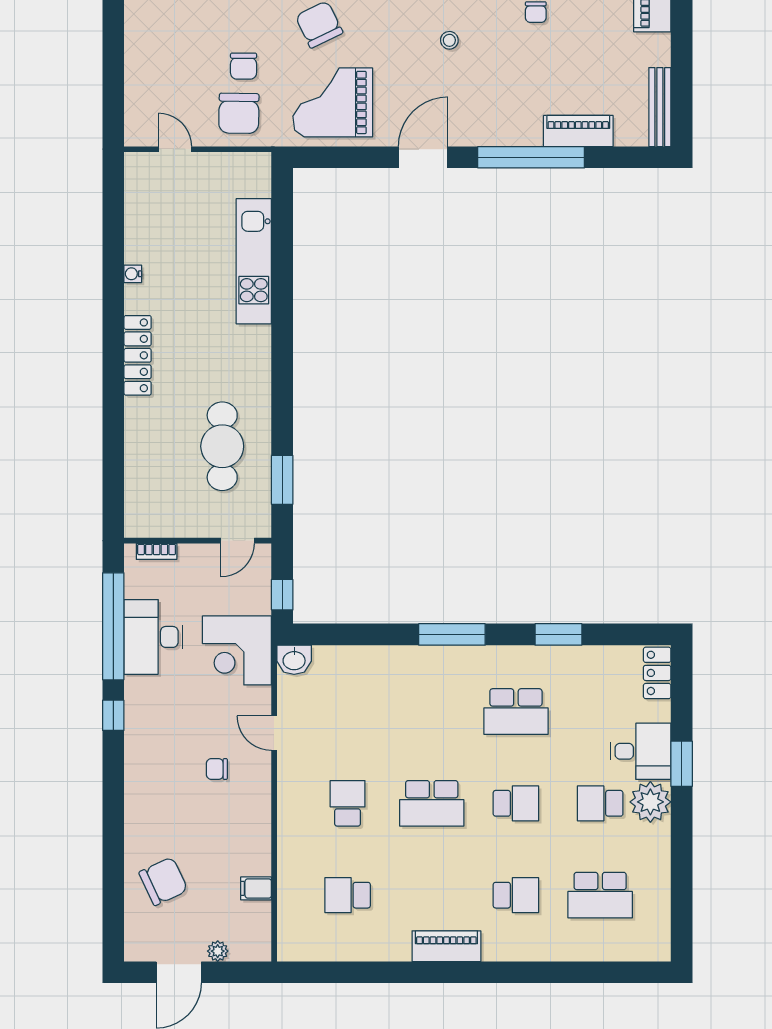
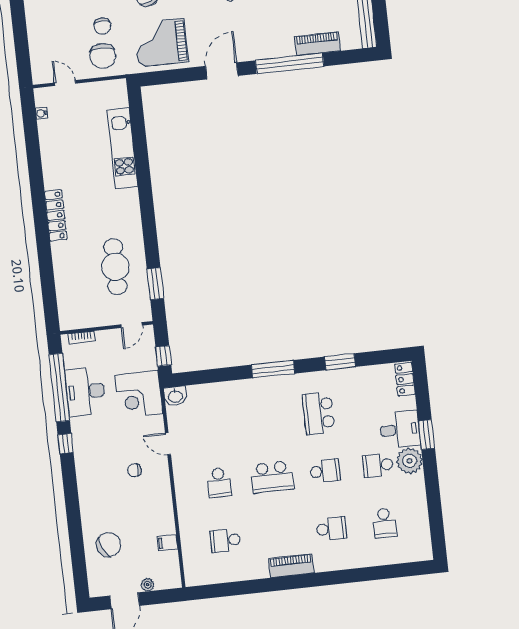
water cooler: (133, 274) -> (41, 113), moved
school desk: (516, 712) -> (319, 413), turned 90
school desk: (348, 803) -> (219, 483), turned 180
school desk: (600, 895) -> (384, 523), width x0.54

